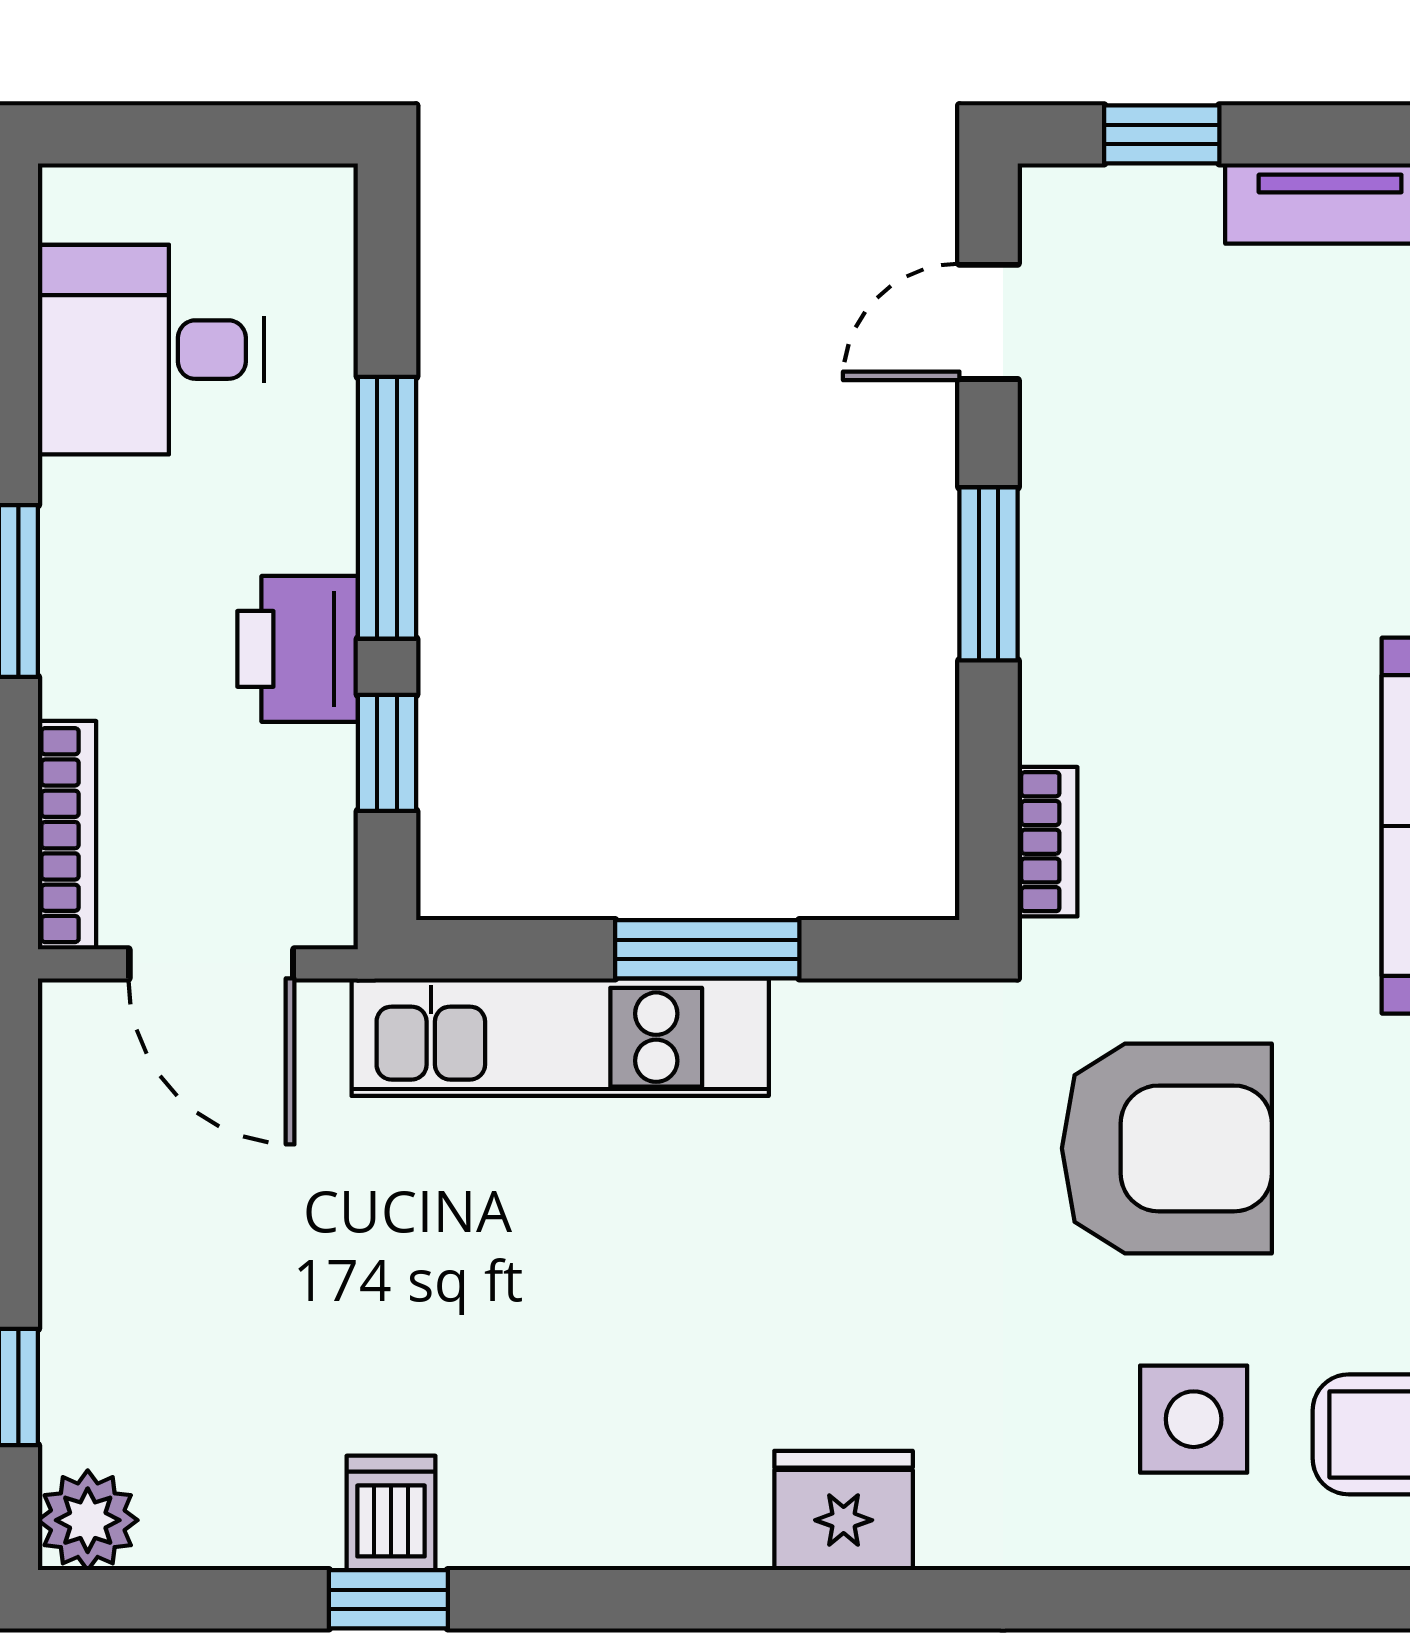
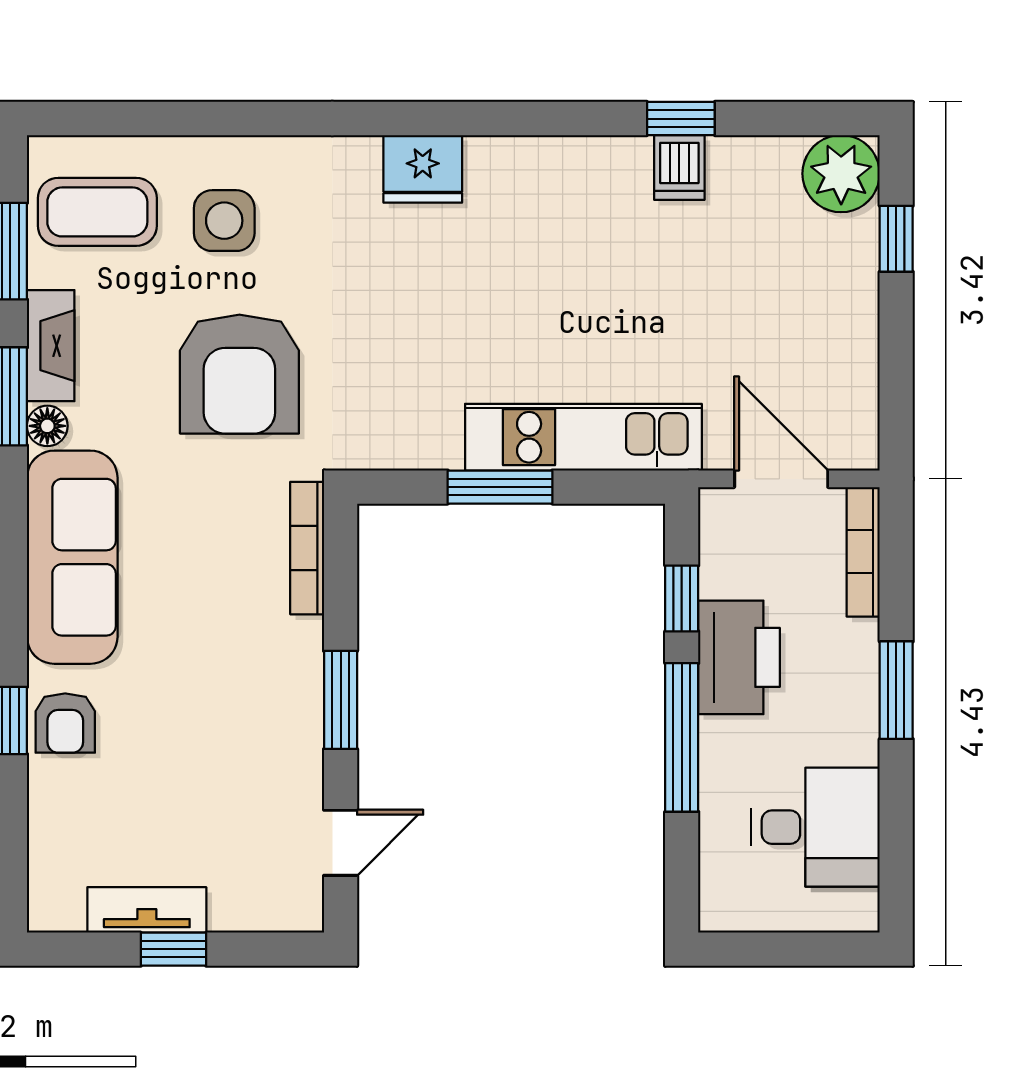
window: (1162, 134) -> (173, 949), moved
printer: (298, 649) -> (739, 657), width x1.37, depth x1.19
bookcase: (1048, 842) -> (307, 548), width x1.56
armchair: (1167, 1148) -> (239, 374), turned -90
plant: (88, 1520) -> (841, 174), width x1.36, depth x1.36

